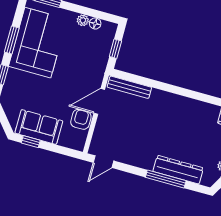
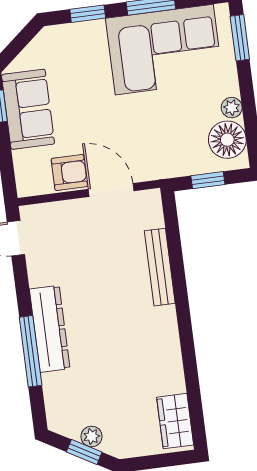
floor lamp: (95, 23) -> (227, 140), width x1.89, depth x1.89
bench: (129, 87) -> (160, 267), moved
dresser: (178, 170) -> (50, 329), moved

